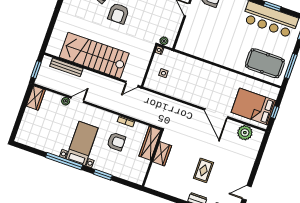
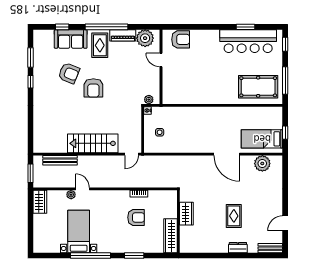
stairs: (94, 55) -> (93, 143), width x0.73, depth x0.66
door: (77, 100) -> (82, 189), hinge flipped
bed: (254, 107) -> (262, 139), width x0.67
bed with nightstands: (82, 143) -> (79, 231), moved
wardrobe: (150, 143) -> (171, 236), moved

